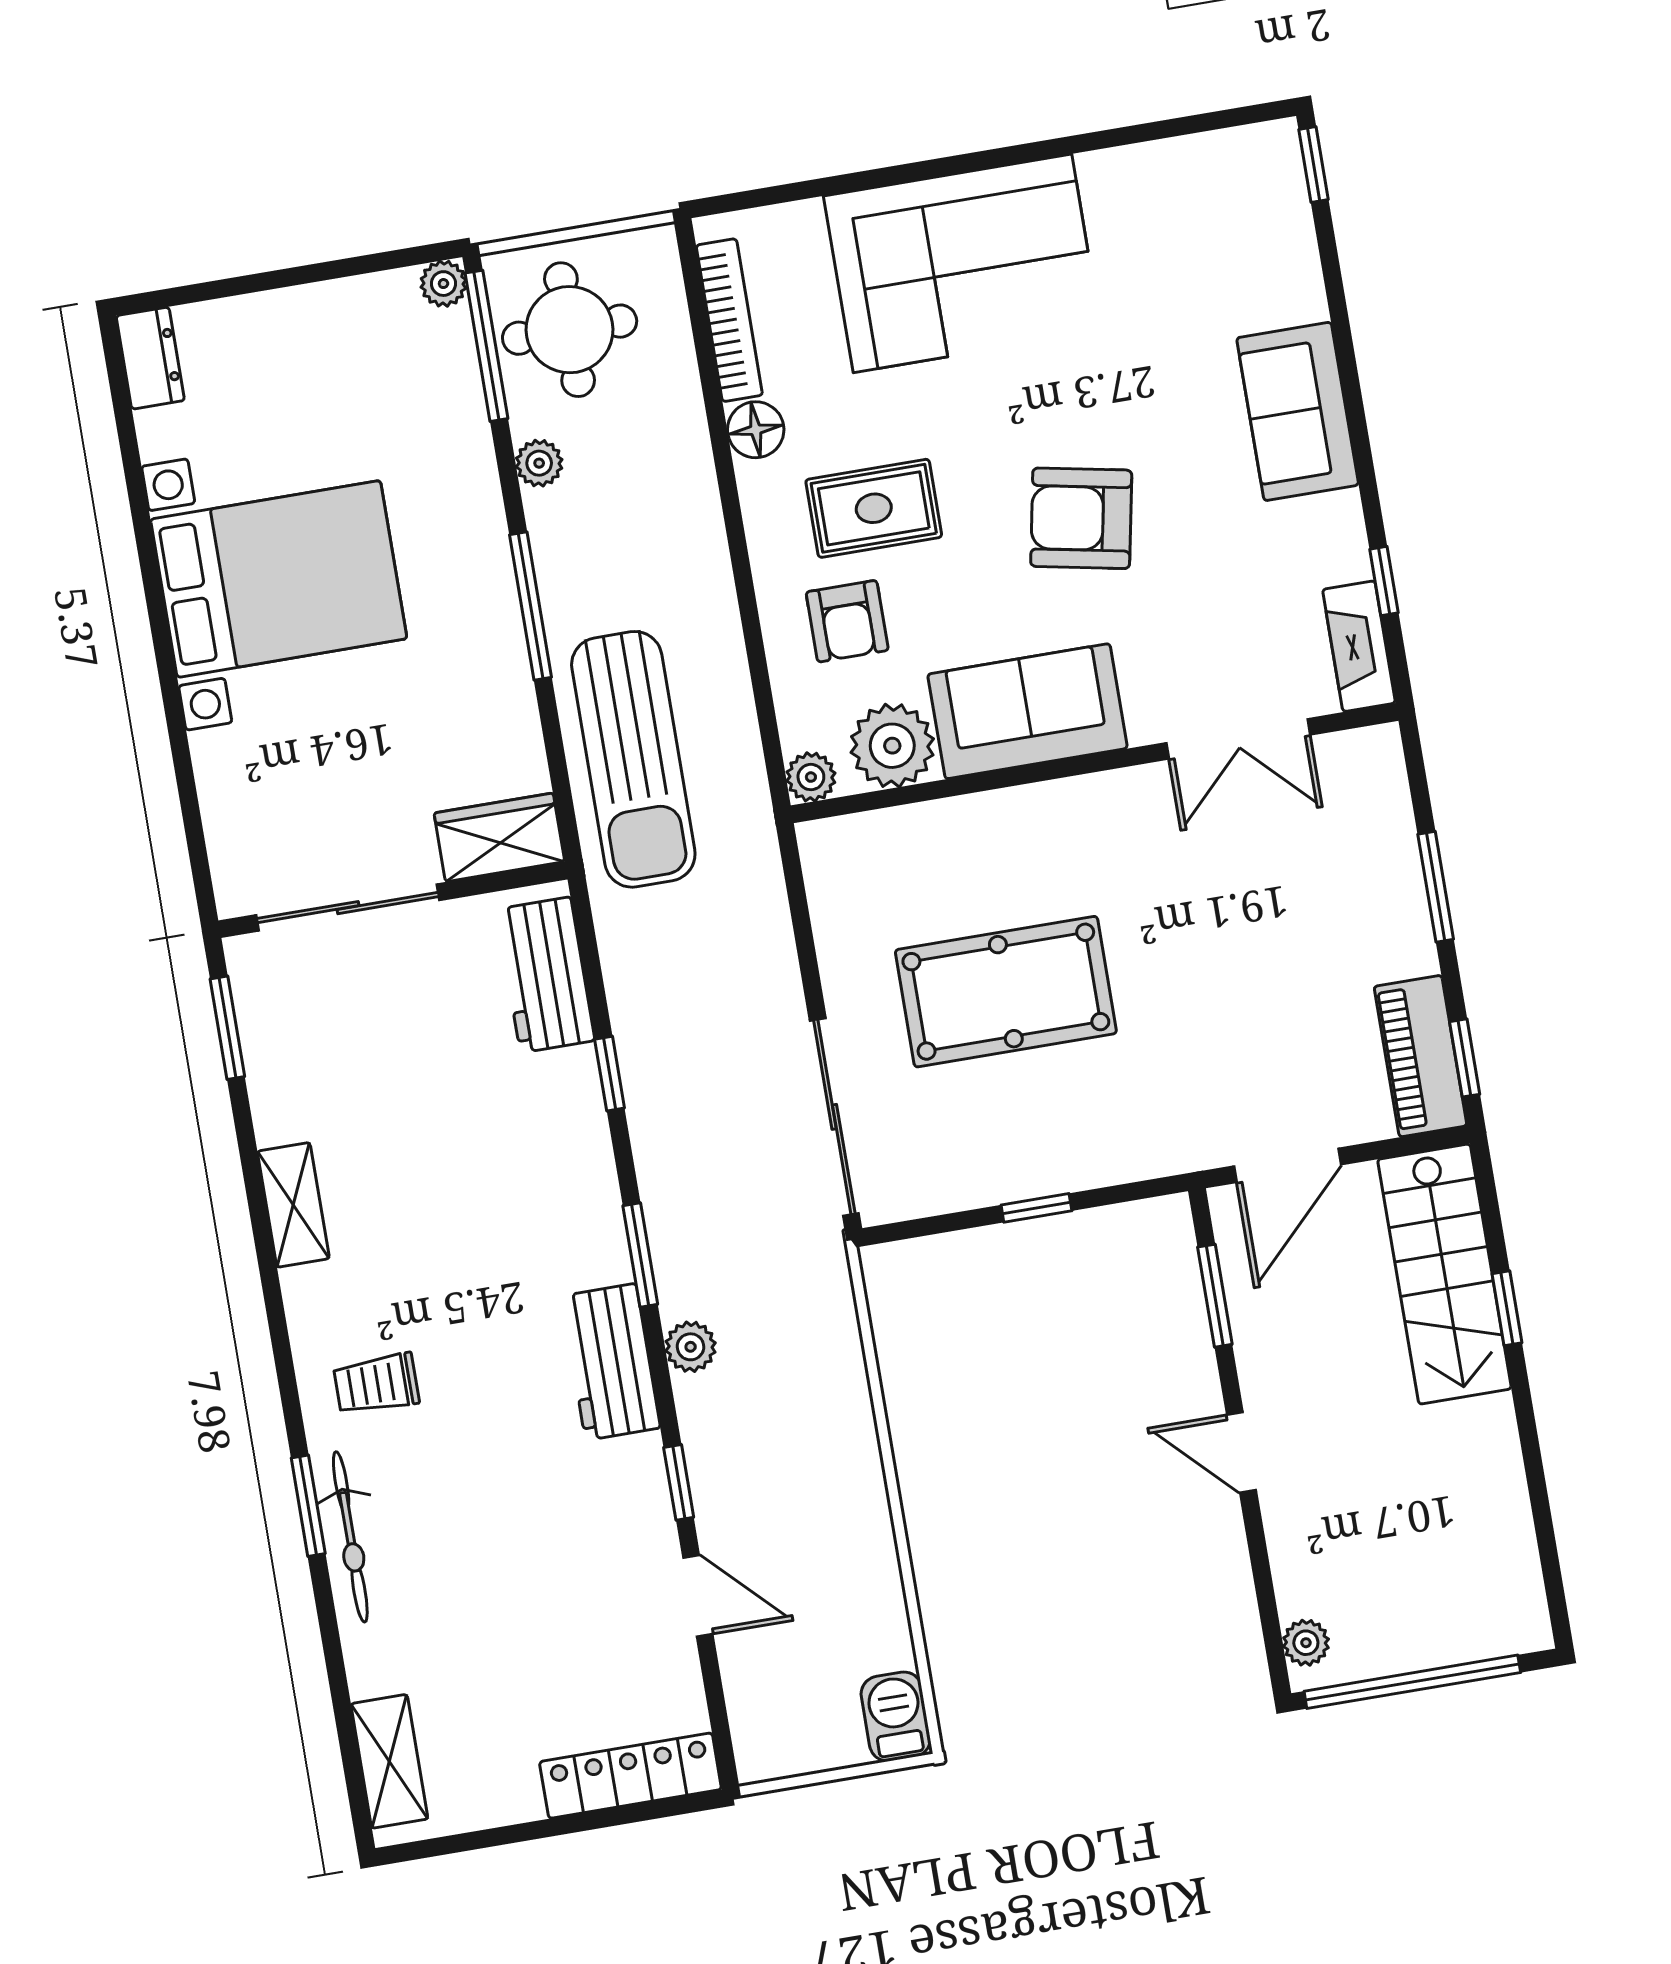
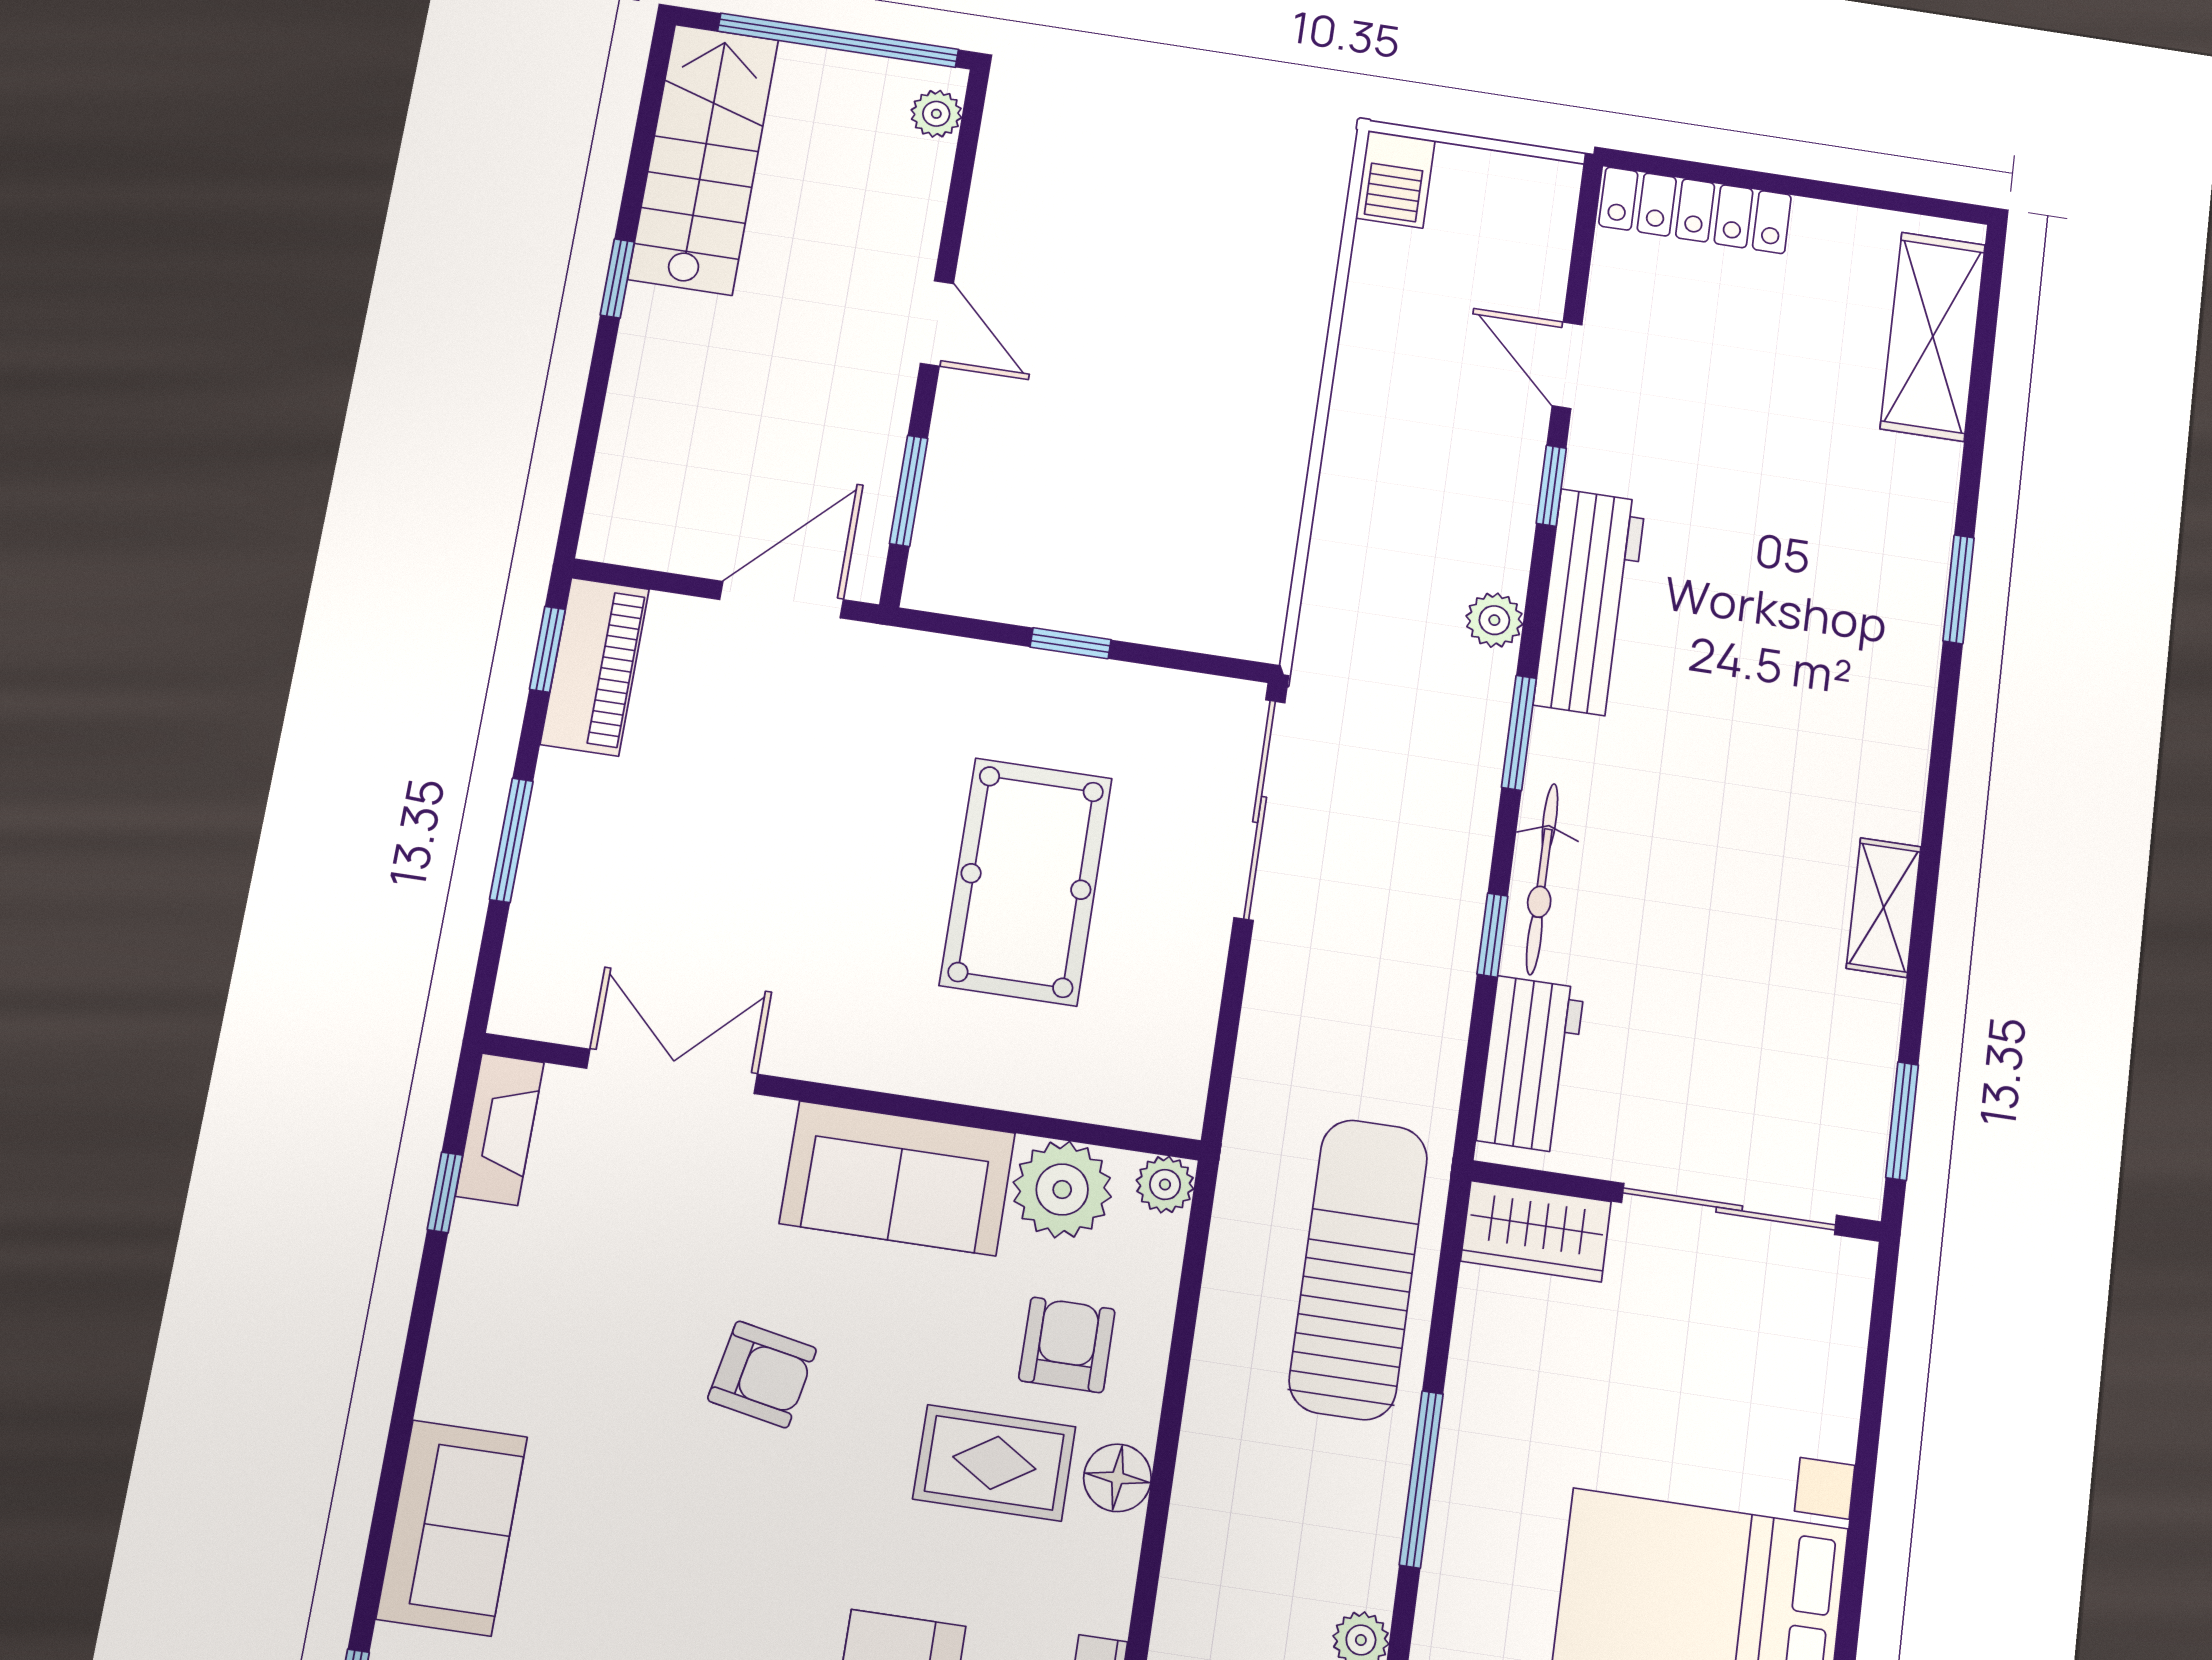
sofa: (1298, 411) -> (452, 1528), moved
floor lamp: (756, 430) -> (1117, 1478), moved
armchair: (1081, 518) -> (762, 1374), width x0.72, depth x0.72
pool table: (1006, 992) -> (1026, 882), turned 90
stairs: (1444, 1274) -> (703, 159), moved
window: (1507, 1308) -> (617, 278), moved
workbench: (611, 1362) -> (1590, 603), width x1.38
trolley: (376, 1384) -> (1848, 691), removed
bicycle: (350, 1537) -> (1542, 879), moved, turned 180
shelving: (389, 1761) -> (1933, 336), width x1.50, depth x1.33

